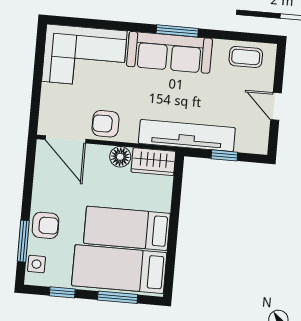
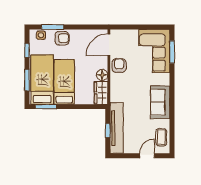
window: (177, 31) -> (172, 52), moved
sofa: (169, 52) -> (160, 102), width x0.73
door: (276, 106) -> (147, 156), moved
tv unit: (187, 136) -> (117, 128), moved
armchair: (46, 225) -> (62, 38), turned -92
window: (170, 266) -> (46, 107), added

